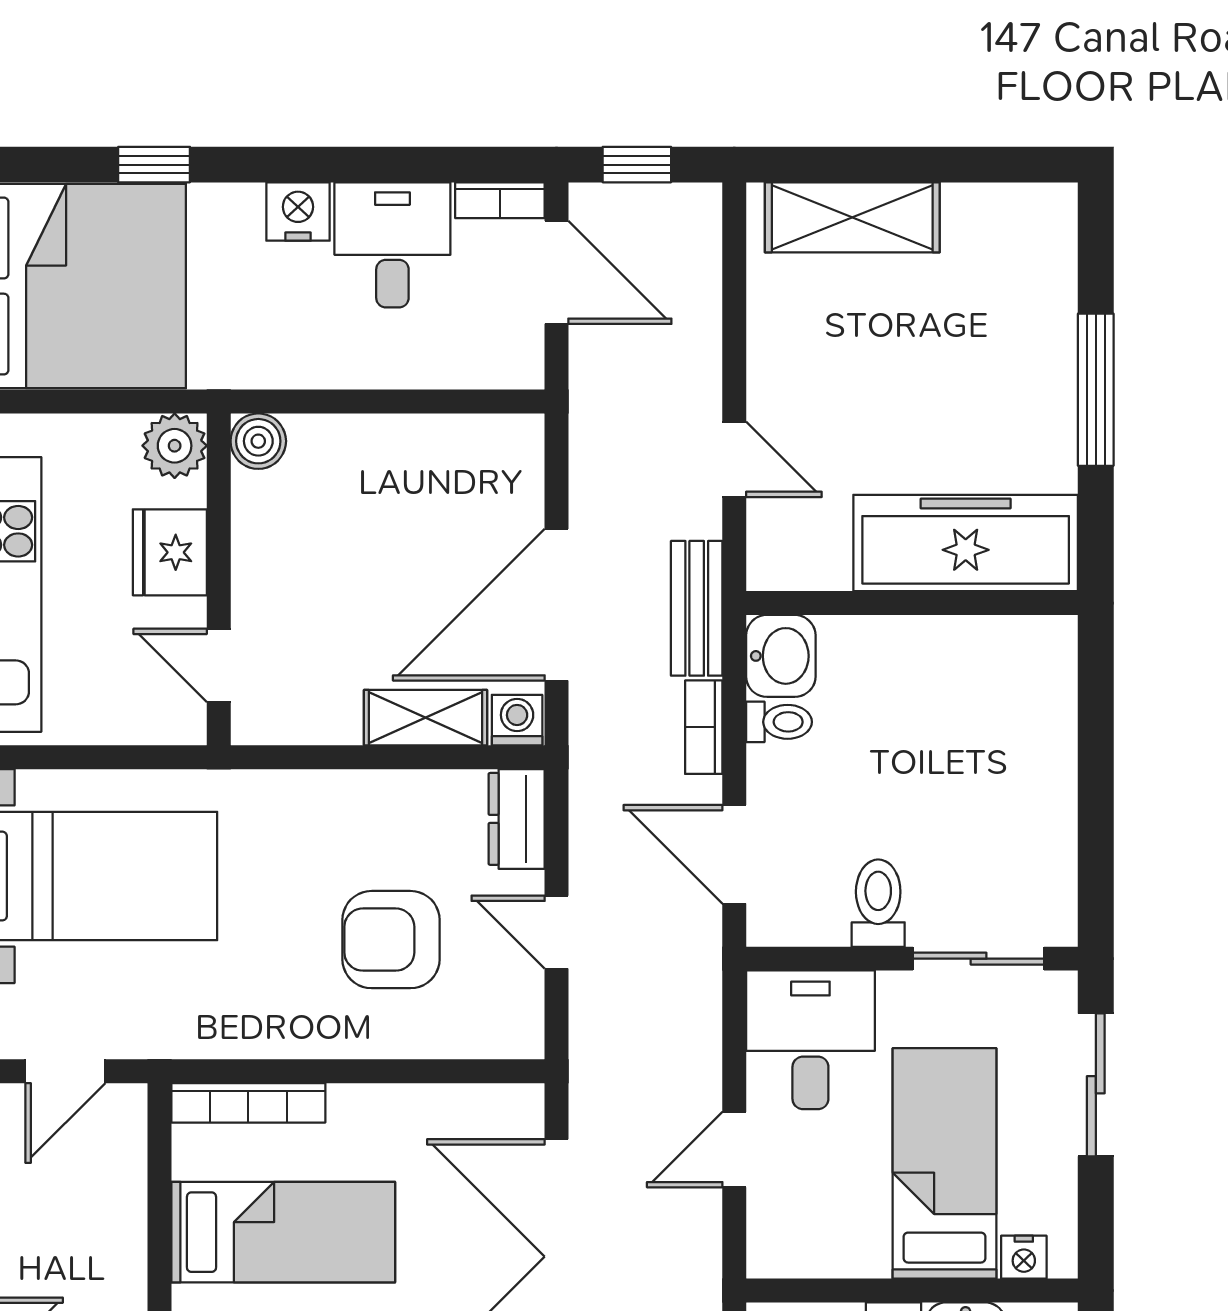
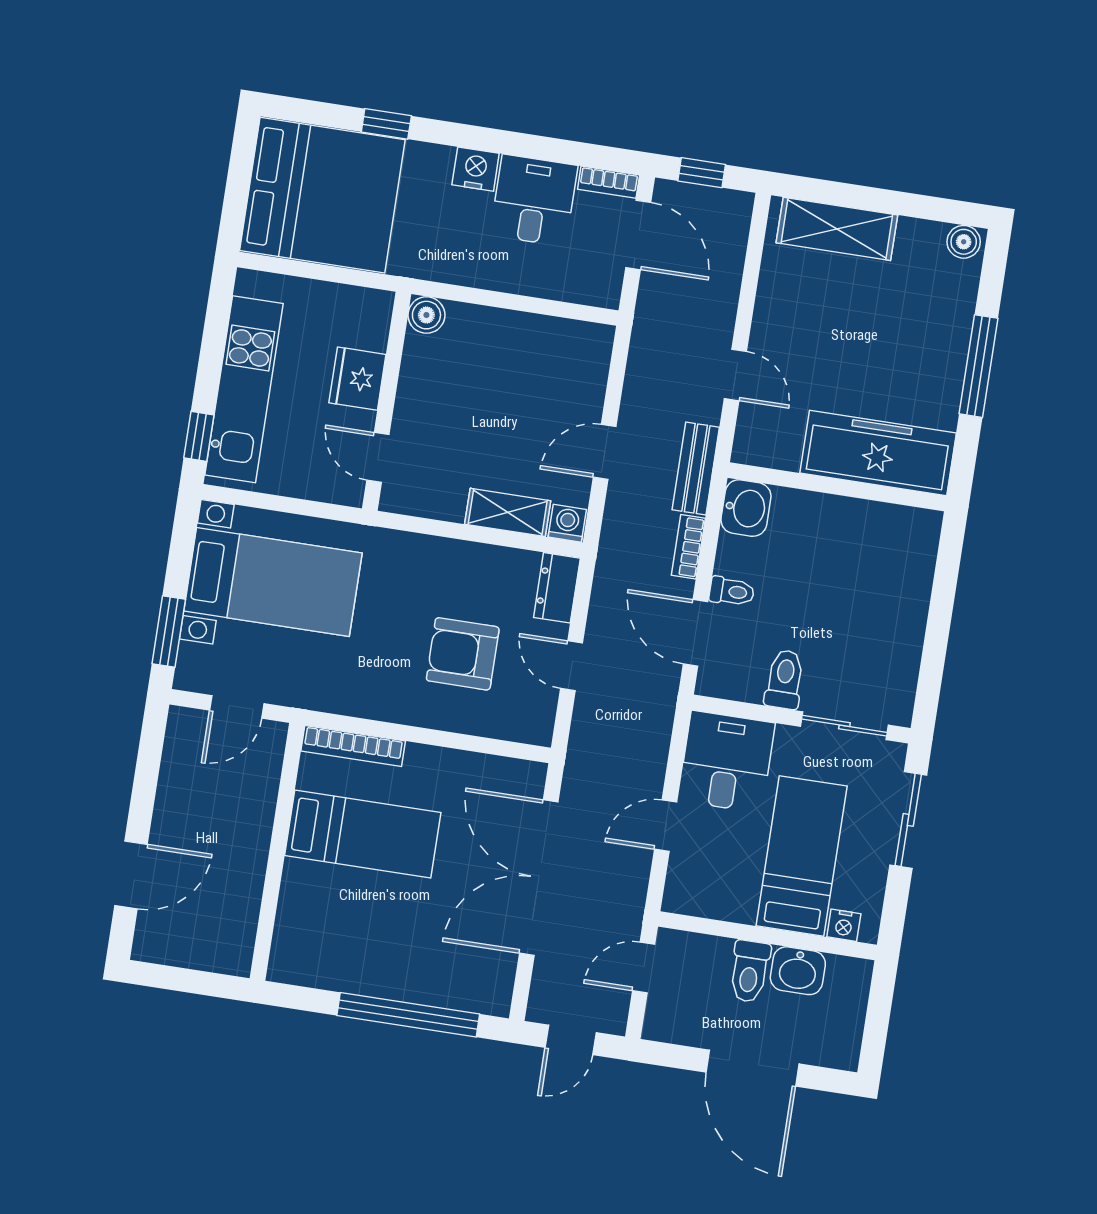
boiler: (1045, 207) -> (964, 242), added
plant: (175, 446) -> (371, 310), removed
door: (556, 605) -> (605, 452), width x0.53
toilet: (779, 722) -> (732, 591), moved

